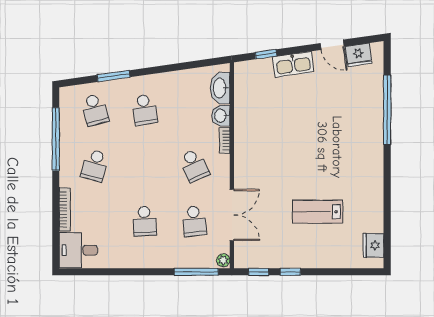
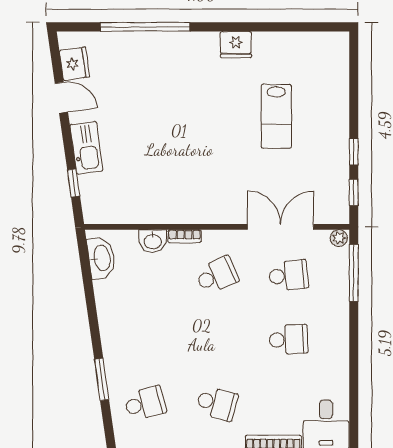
door: (332, 45) -> (61, 98), hinge flipped
washbasin: (220, 88) -> (101, 258), moved, turned -98
school desk: (144, 110) -> (145, 339), removed
fridge: (373, 245) -> (236, 45), moved

